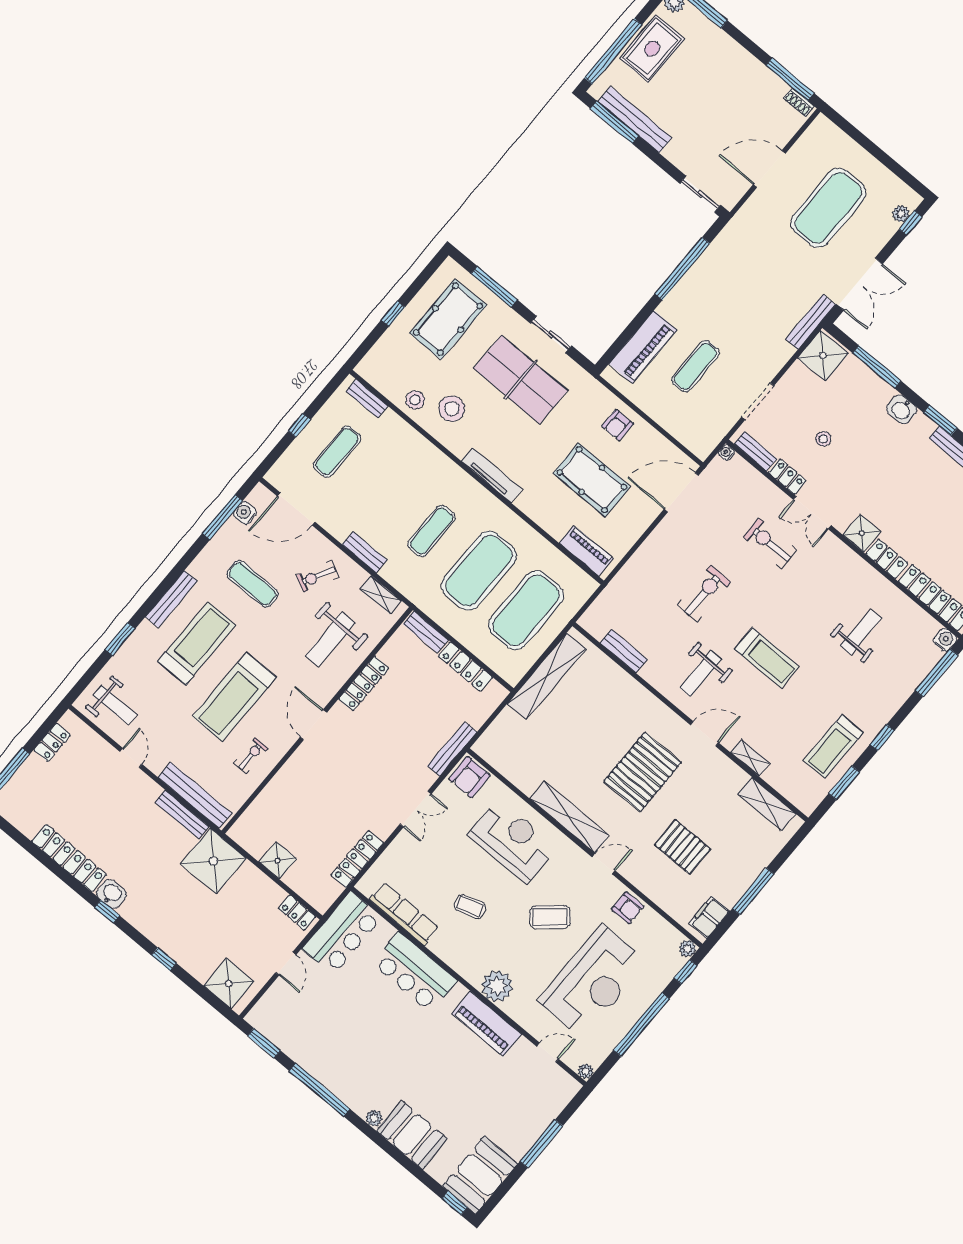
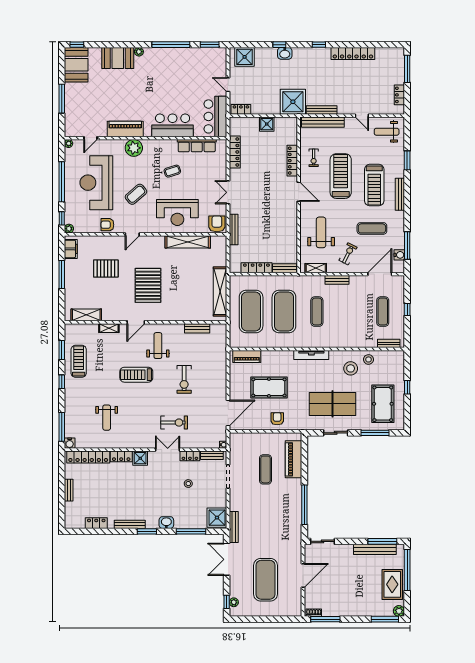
locker: (364, 683) -> (292, 161), moved
shelving: (569, 817) -> (188, 242), moved
washbasin: (112, 894) -> (285, 53), moved

